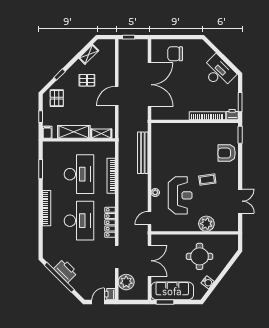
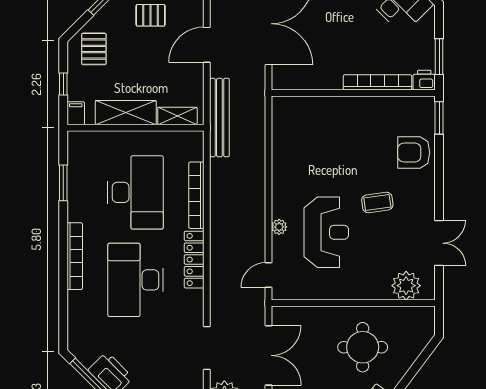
bench: (143, 153) -> (219, 118), moved
desk: (79, 221) -> (135, 280), turned 180
locker: (110, 222) -> (194, 260), moved
plant: (206, 224) -> (406, 286), moved

